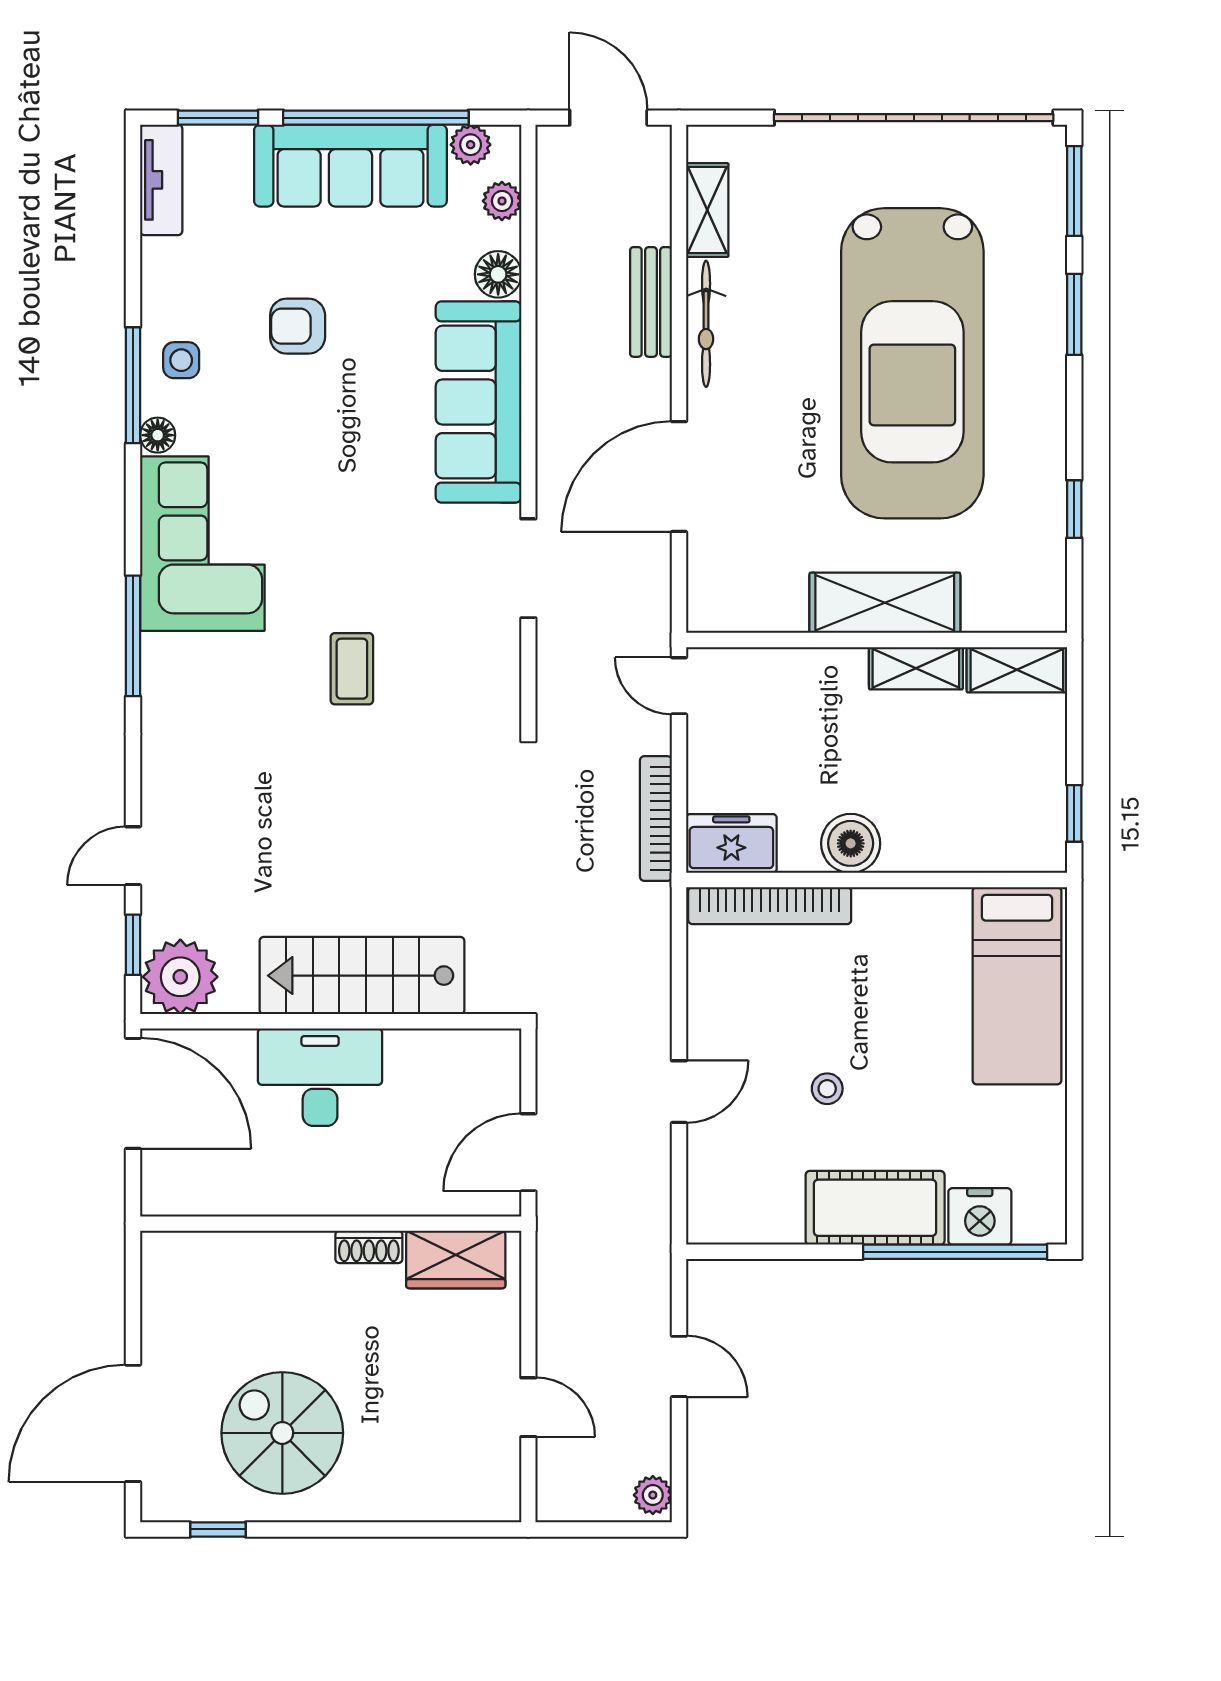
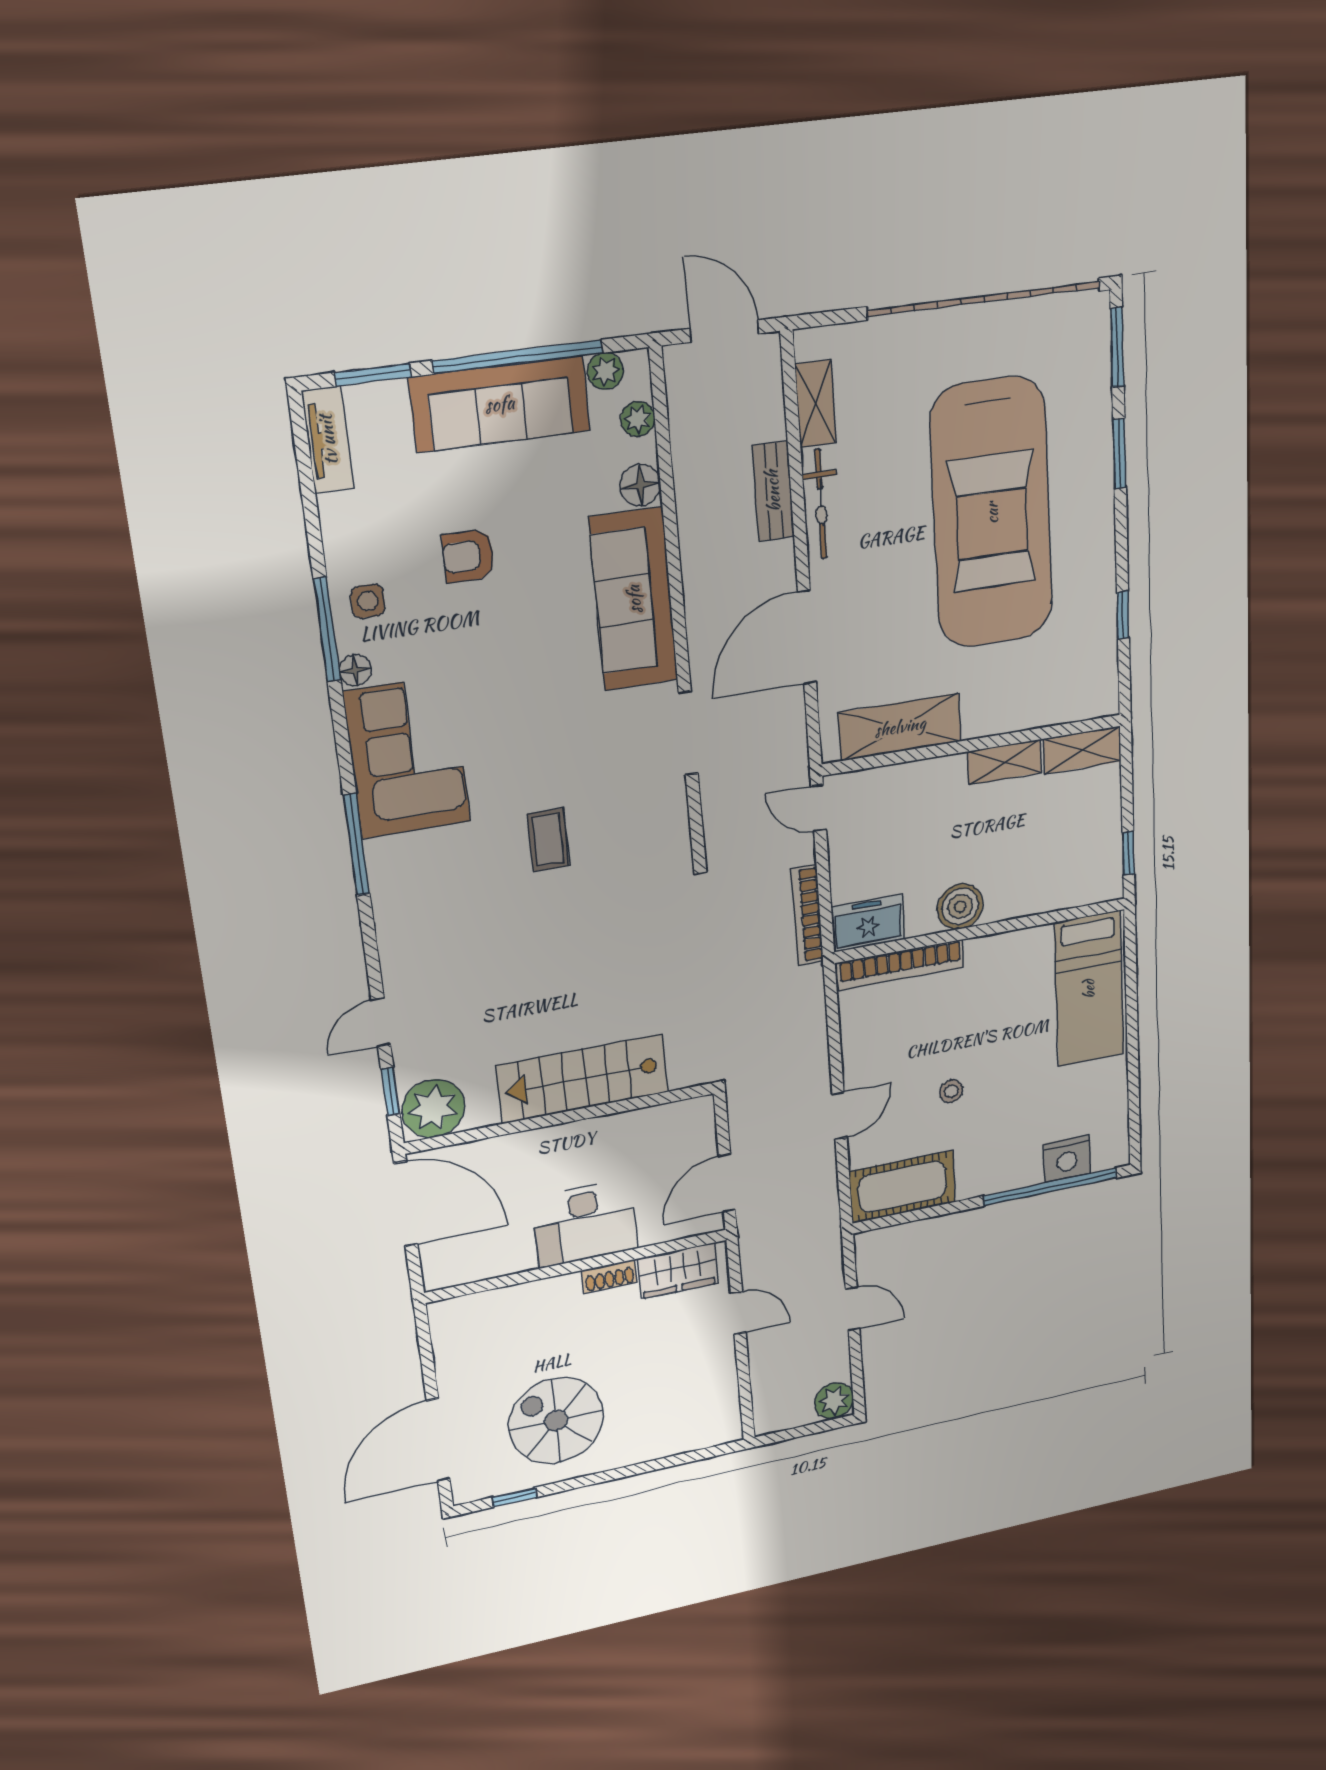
shelving: (885, 603) -> (900, 727), moved
desk: (320, 1077) -> (585, 1223), moved, turned 180
cot: (875, 1208) -> (902, 1187), moved
door: (528, 1407) -> (738, 1313), moved
plant: (653, 1495) -> (834, 1401), width x1.38, depth x1.38

